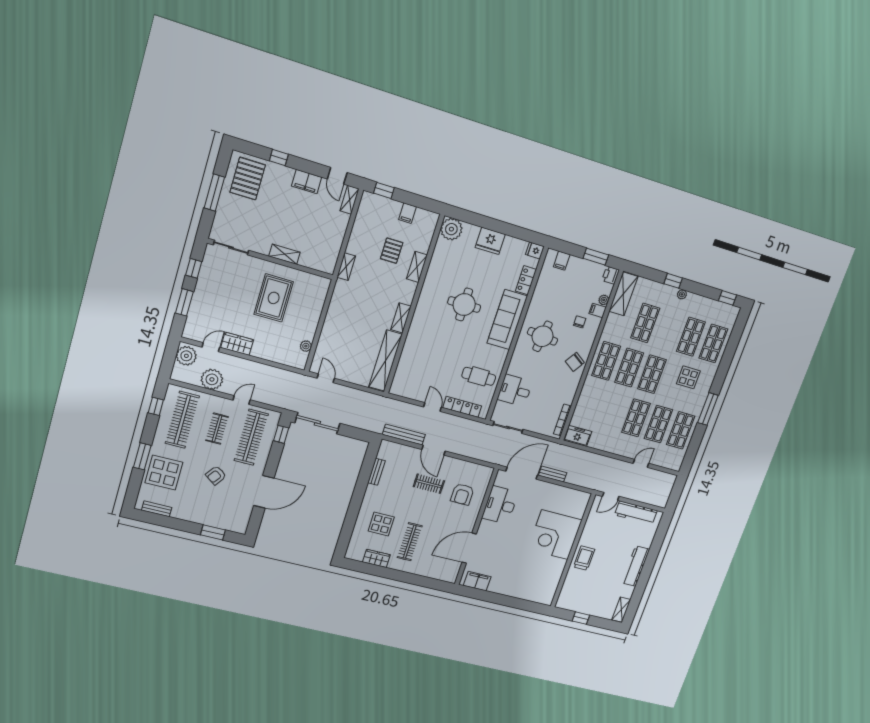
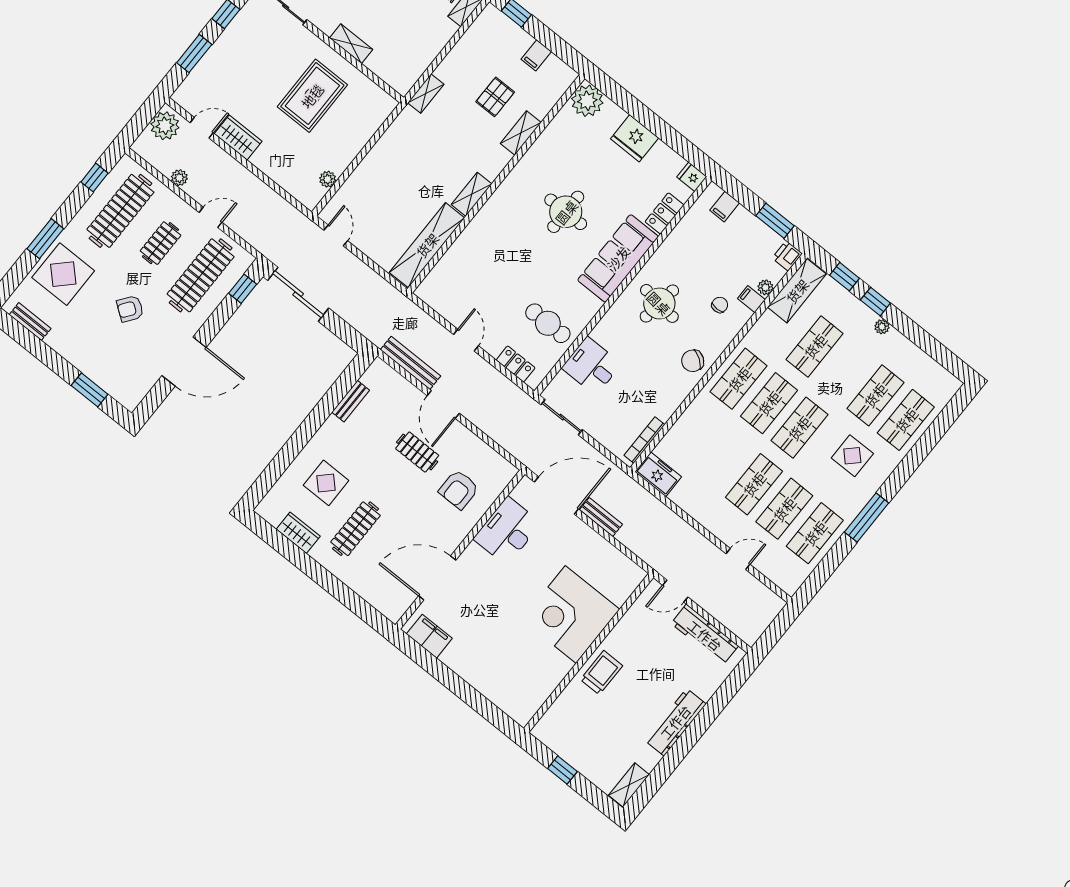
window: (728, 298) -> (845, 277), moved
plant: (212, 379) -> (179, 178), width x0.53, depth x0.53
locker: (462, 407) -> (516, 364), width x0.66

